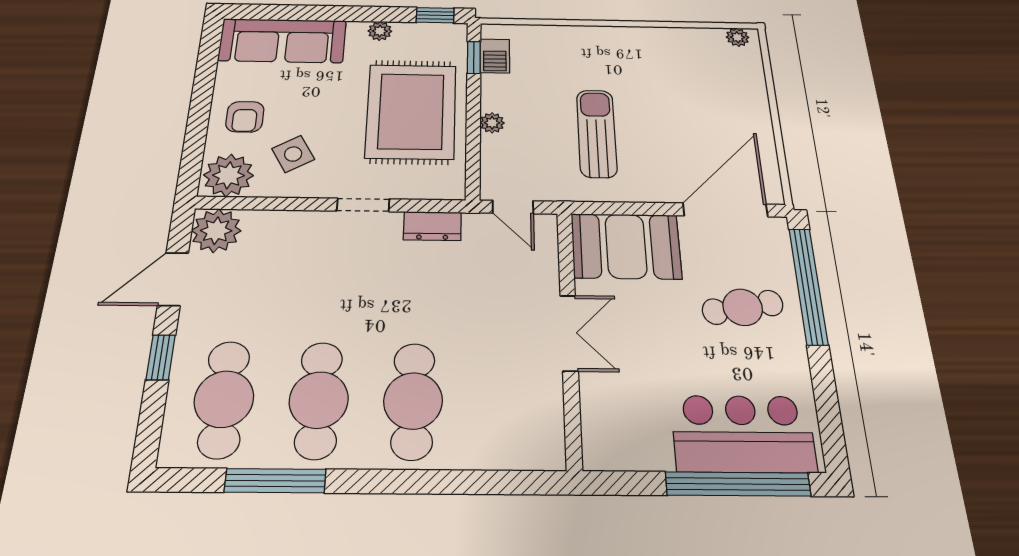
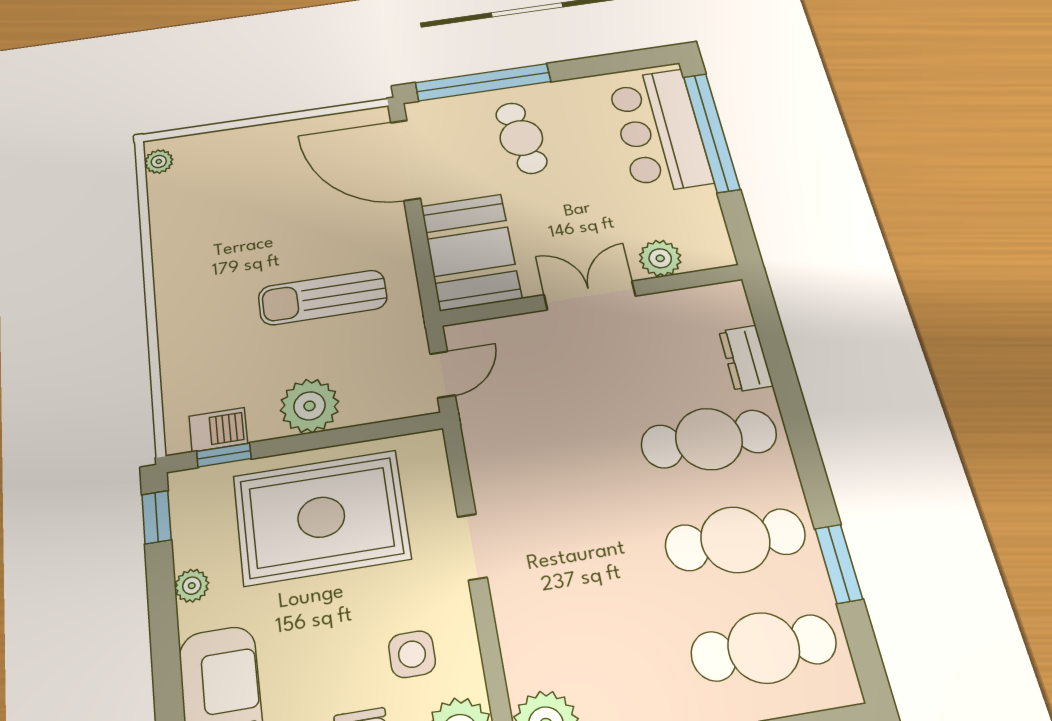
plant: (492, 123) -> (310, 406), width x1.88, depth x1.88
side table: (293, 154) -> (412, 654), turned 30
dresser: (432, 226) -> (746, 358), moved, turned 180
plant: (599, 401) -> (660, 258), added
window: (275, 481) -> (839, 564), width x0.69

